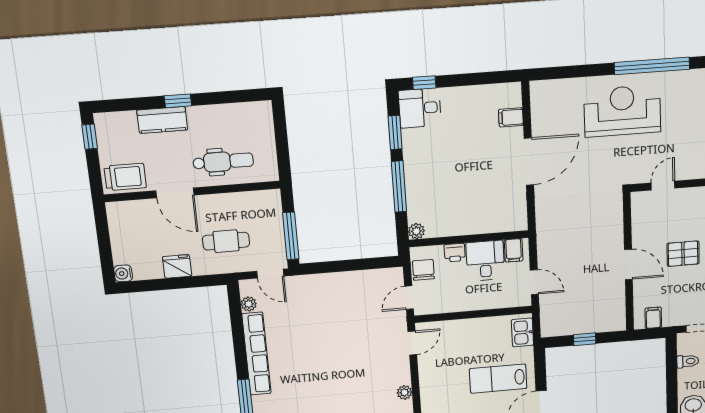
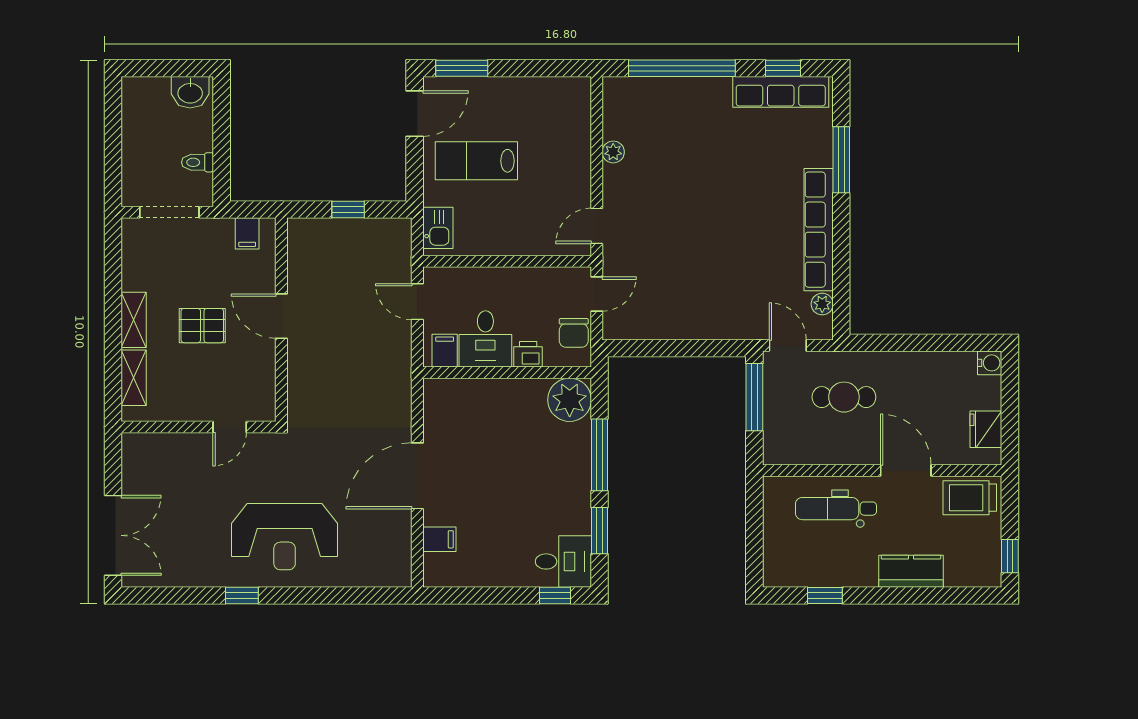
window: (652, 66) -> (242, 596), width x0.32
window: (178, 101) -> (825, 596), moved
plant: (416, 231) -> (570, 400), width x1.88, depth x1.88
fridge: (177, 266) -> (986, 429), moved, turned 90
lab bench: (498, 379) -> (476, 161), turned 180

